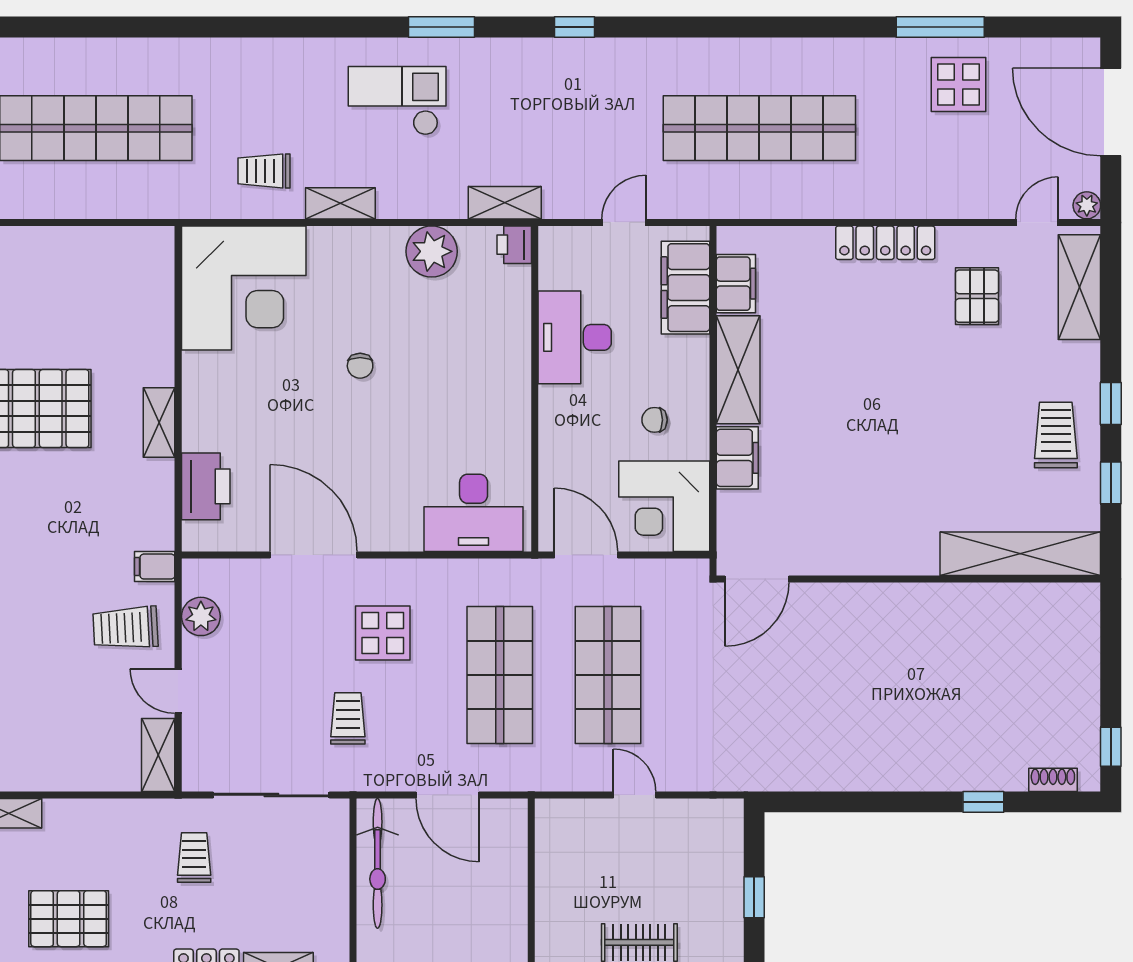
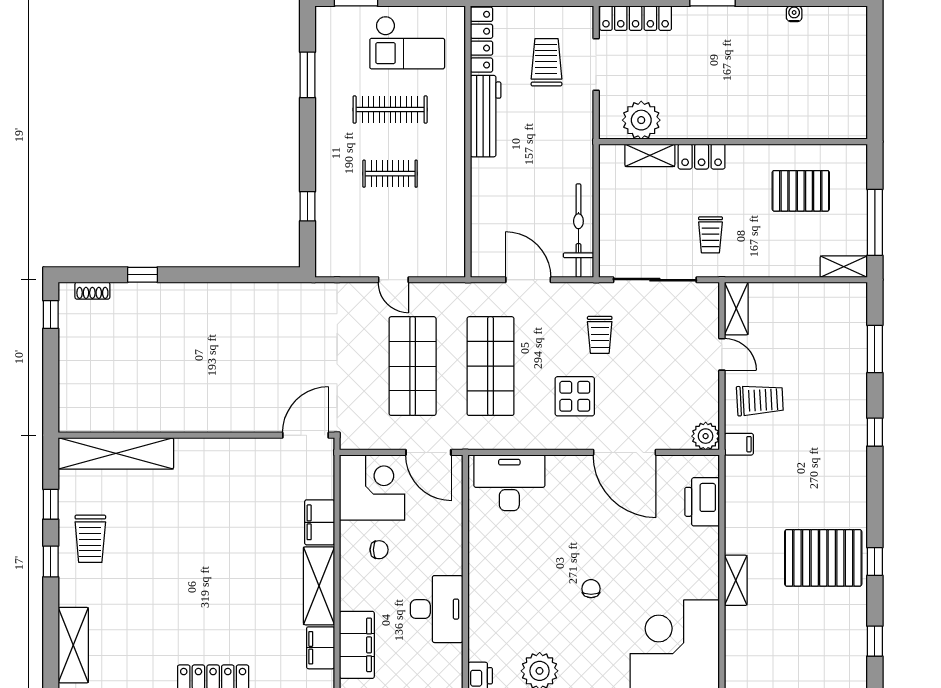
pallet: (977, 296) -> (147, 639), removed
shelving: (159, 423) -> (736, 580), moved
plant: (201, 616) -> (706, 436), moved

